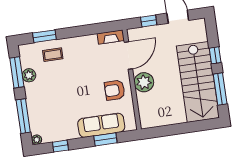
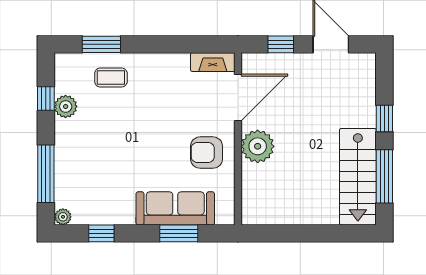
window: (17, 72) -> (46, 99), width x0.46
stairs: (198, 82) -> (358, 177), width x0.73, depth x0.66

